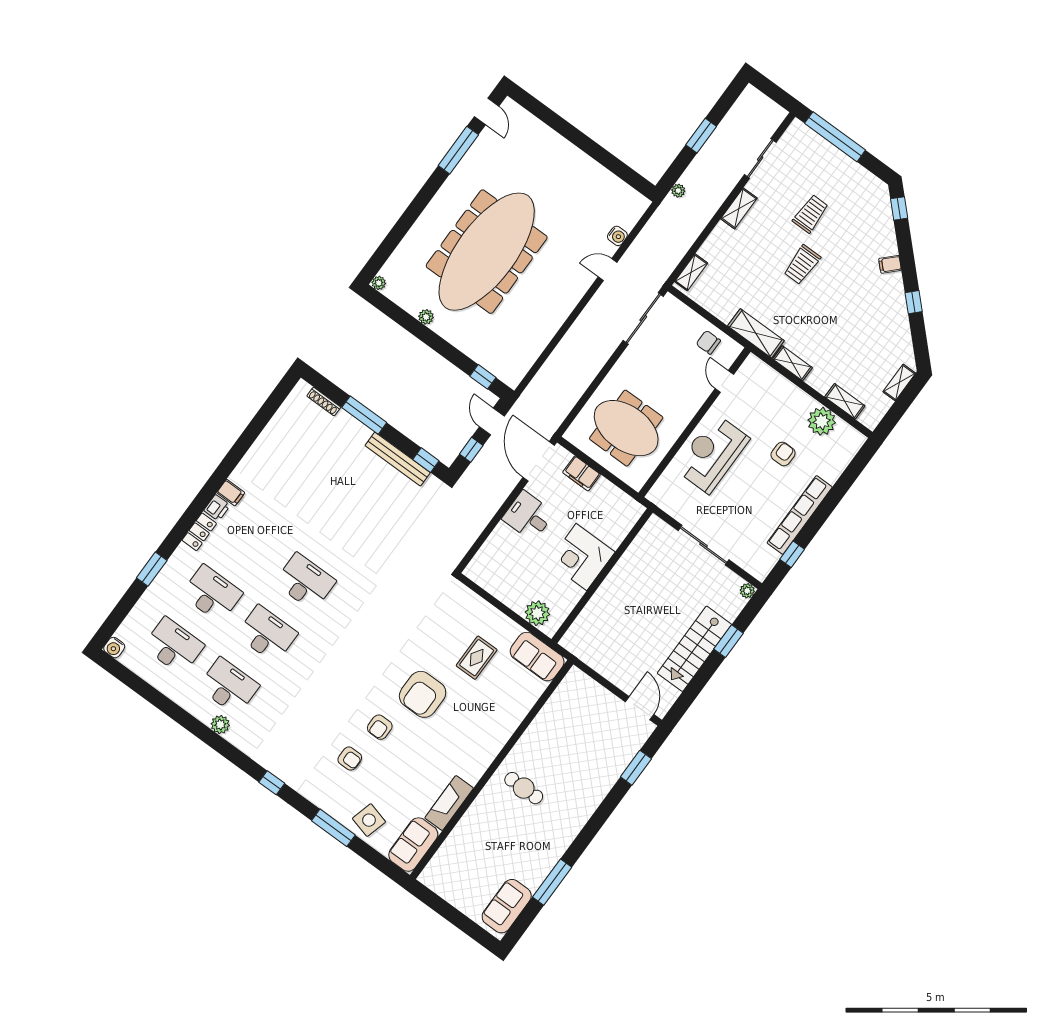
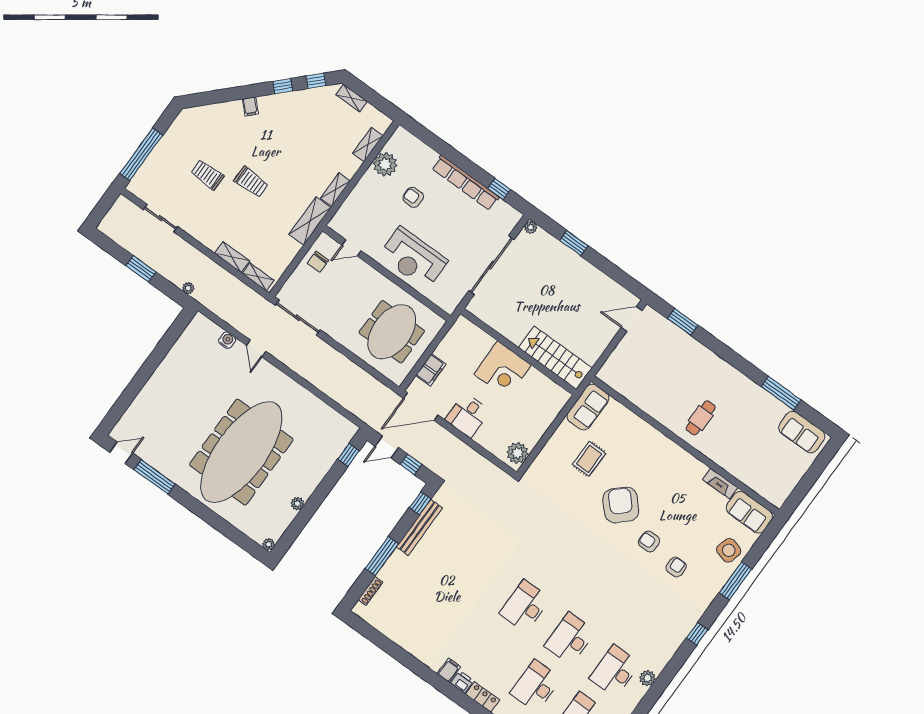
shelving: (739, 208) -> (232, 257), moved
window: (899, 208) -> (316, 81), moved
meeting table: (487, 252) -> (241, 452), turned 90
sliding door: (703, 545) -> (492, 265), width x1.36
plant: (537, 613) -> (517, 453), moved
stairs: (694, 649) -> (555, 358), moved, turned 180
rug: (477, 658) -> (589, 459), turned 90
armchair: (423, 694) -> (621, 505), turned -133
armchair: (380, 727) -> (649, 542), turned 180
fireplace: (449, 803) -> (720, 484), width x0.73, depth x0.76

